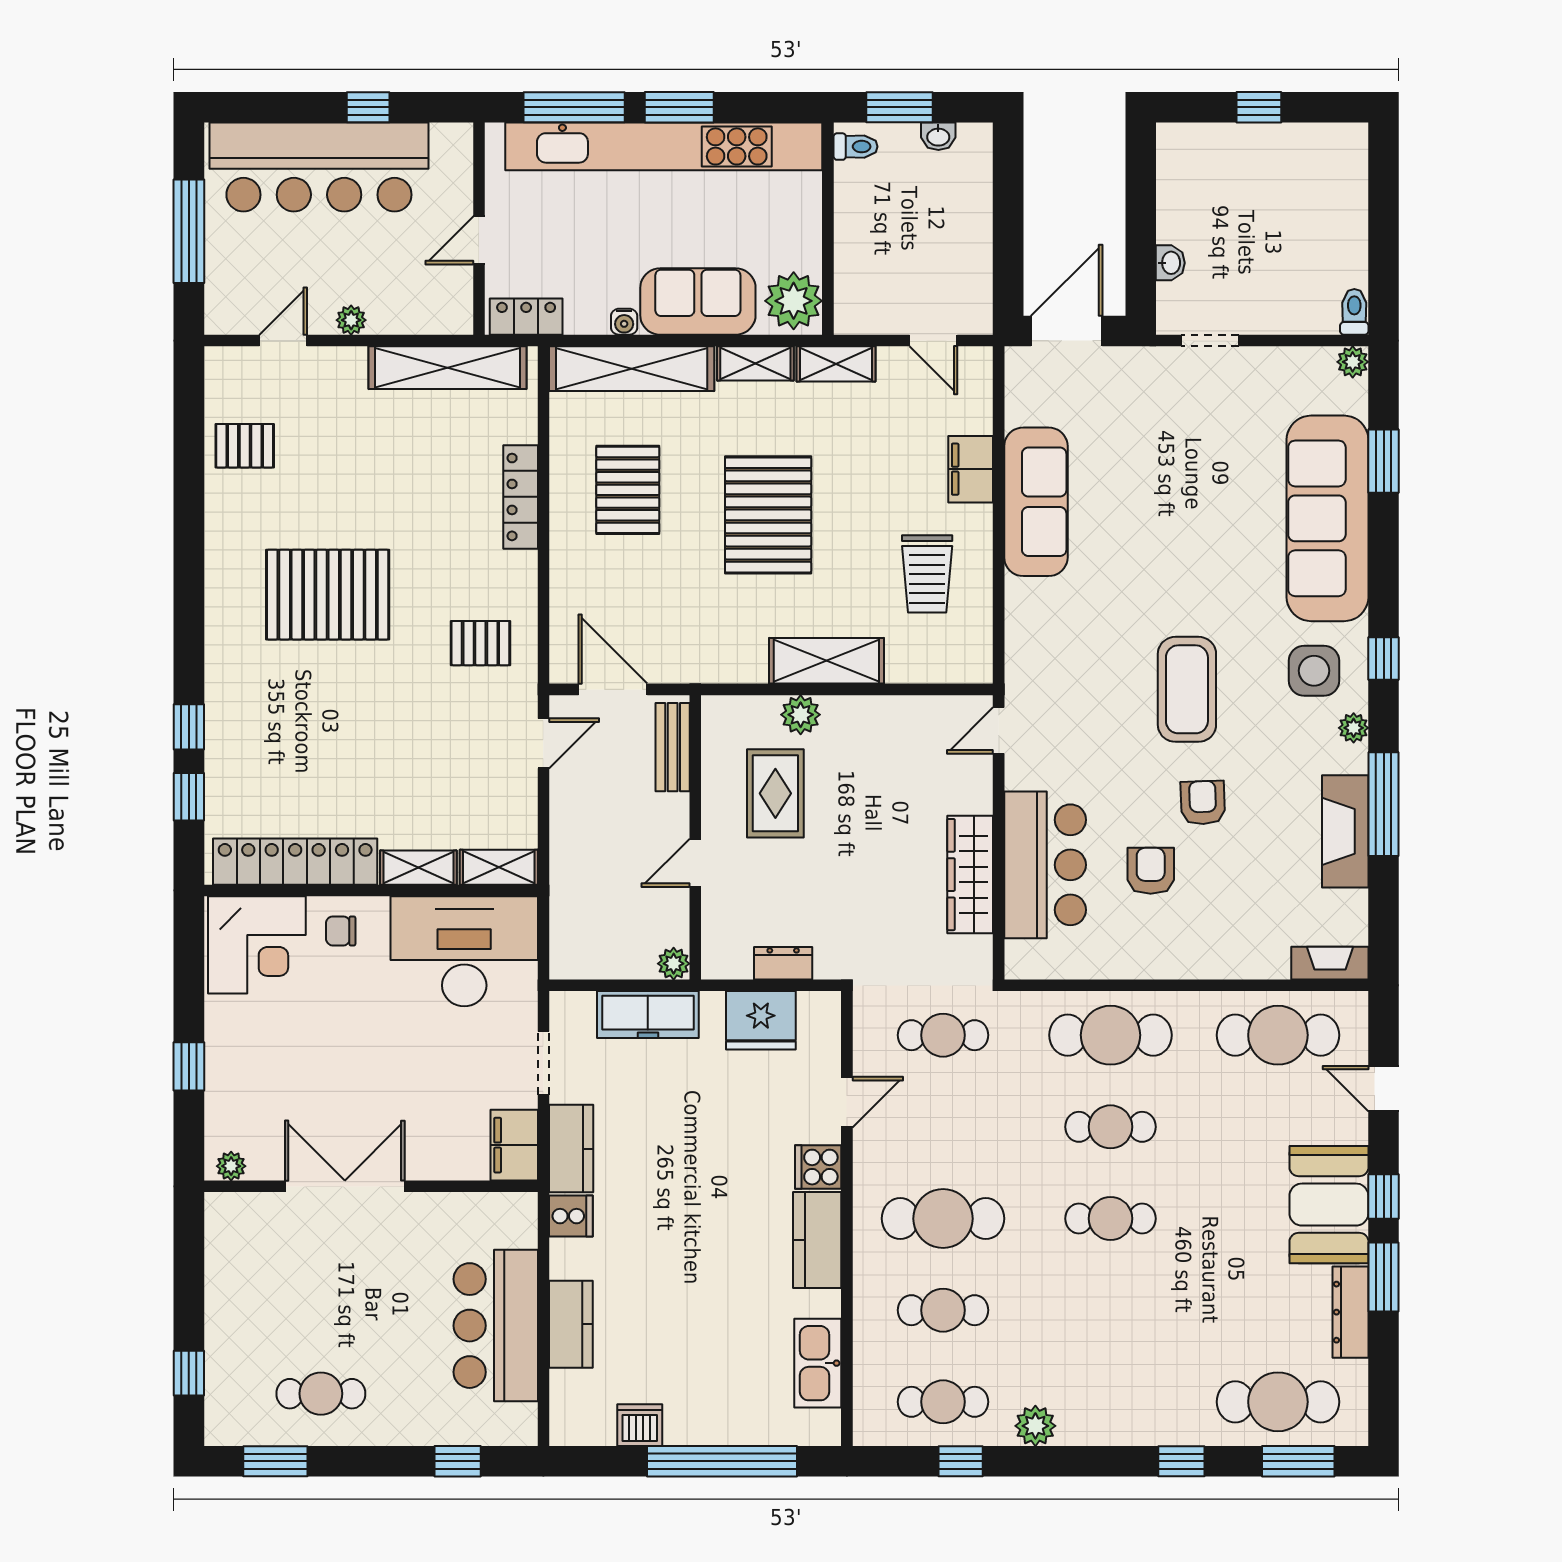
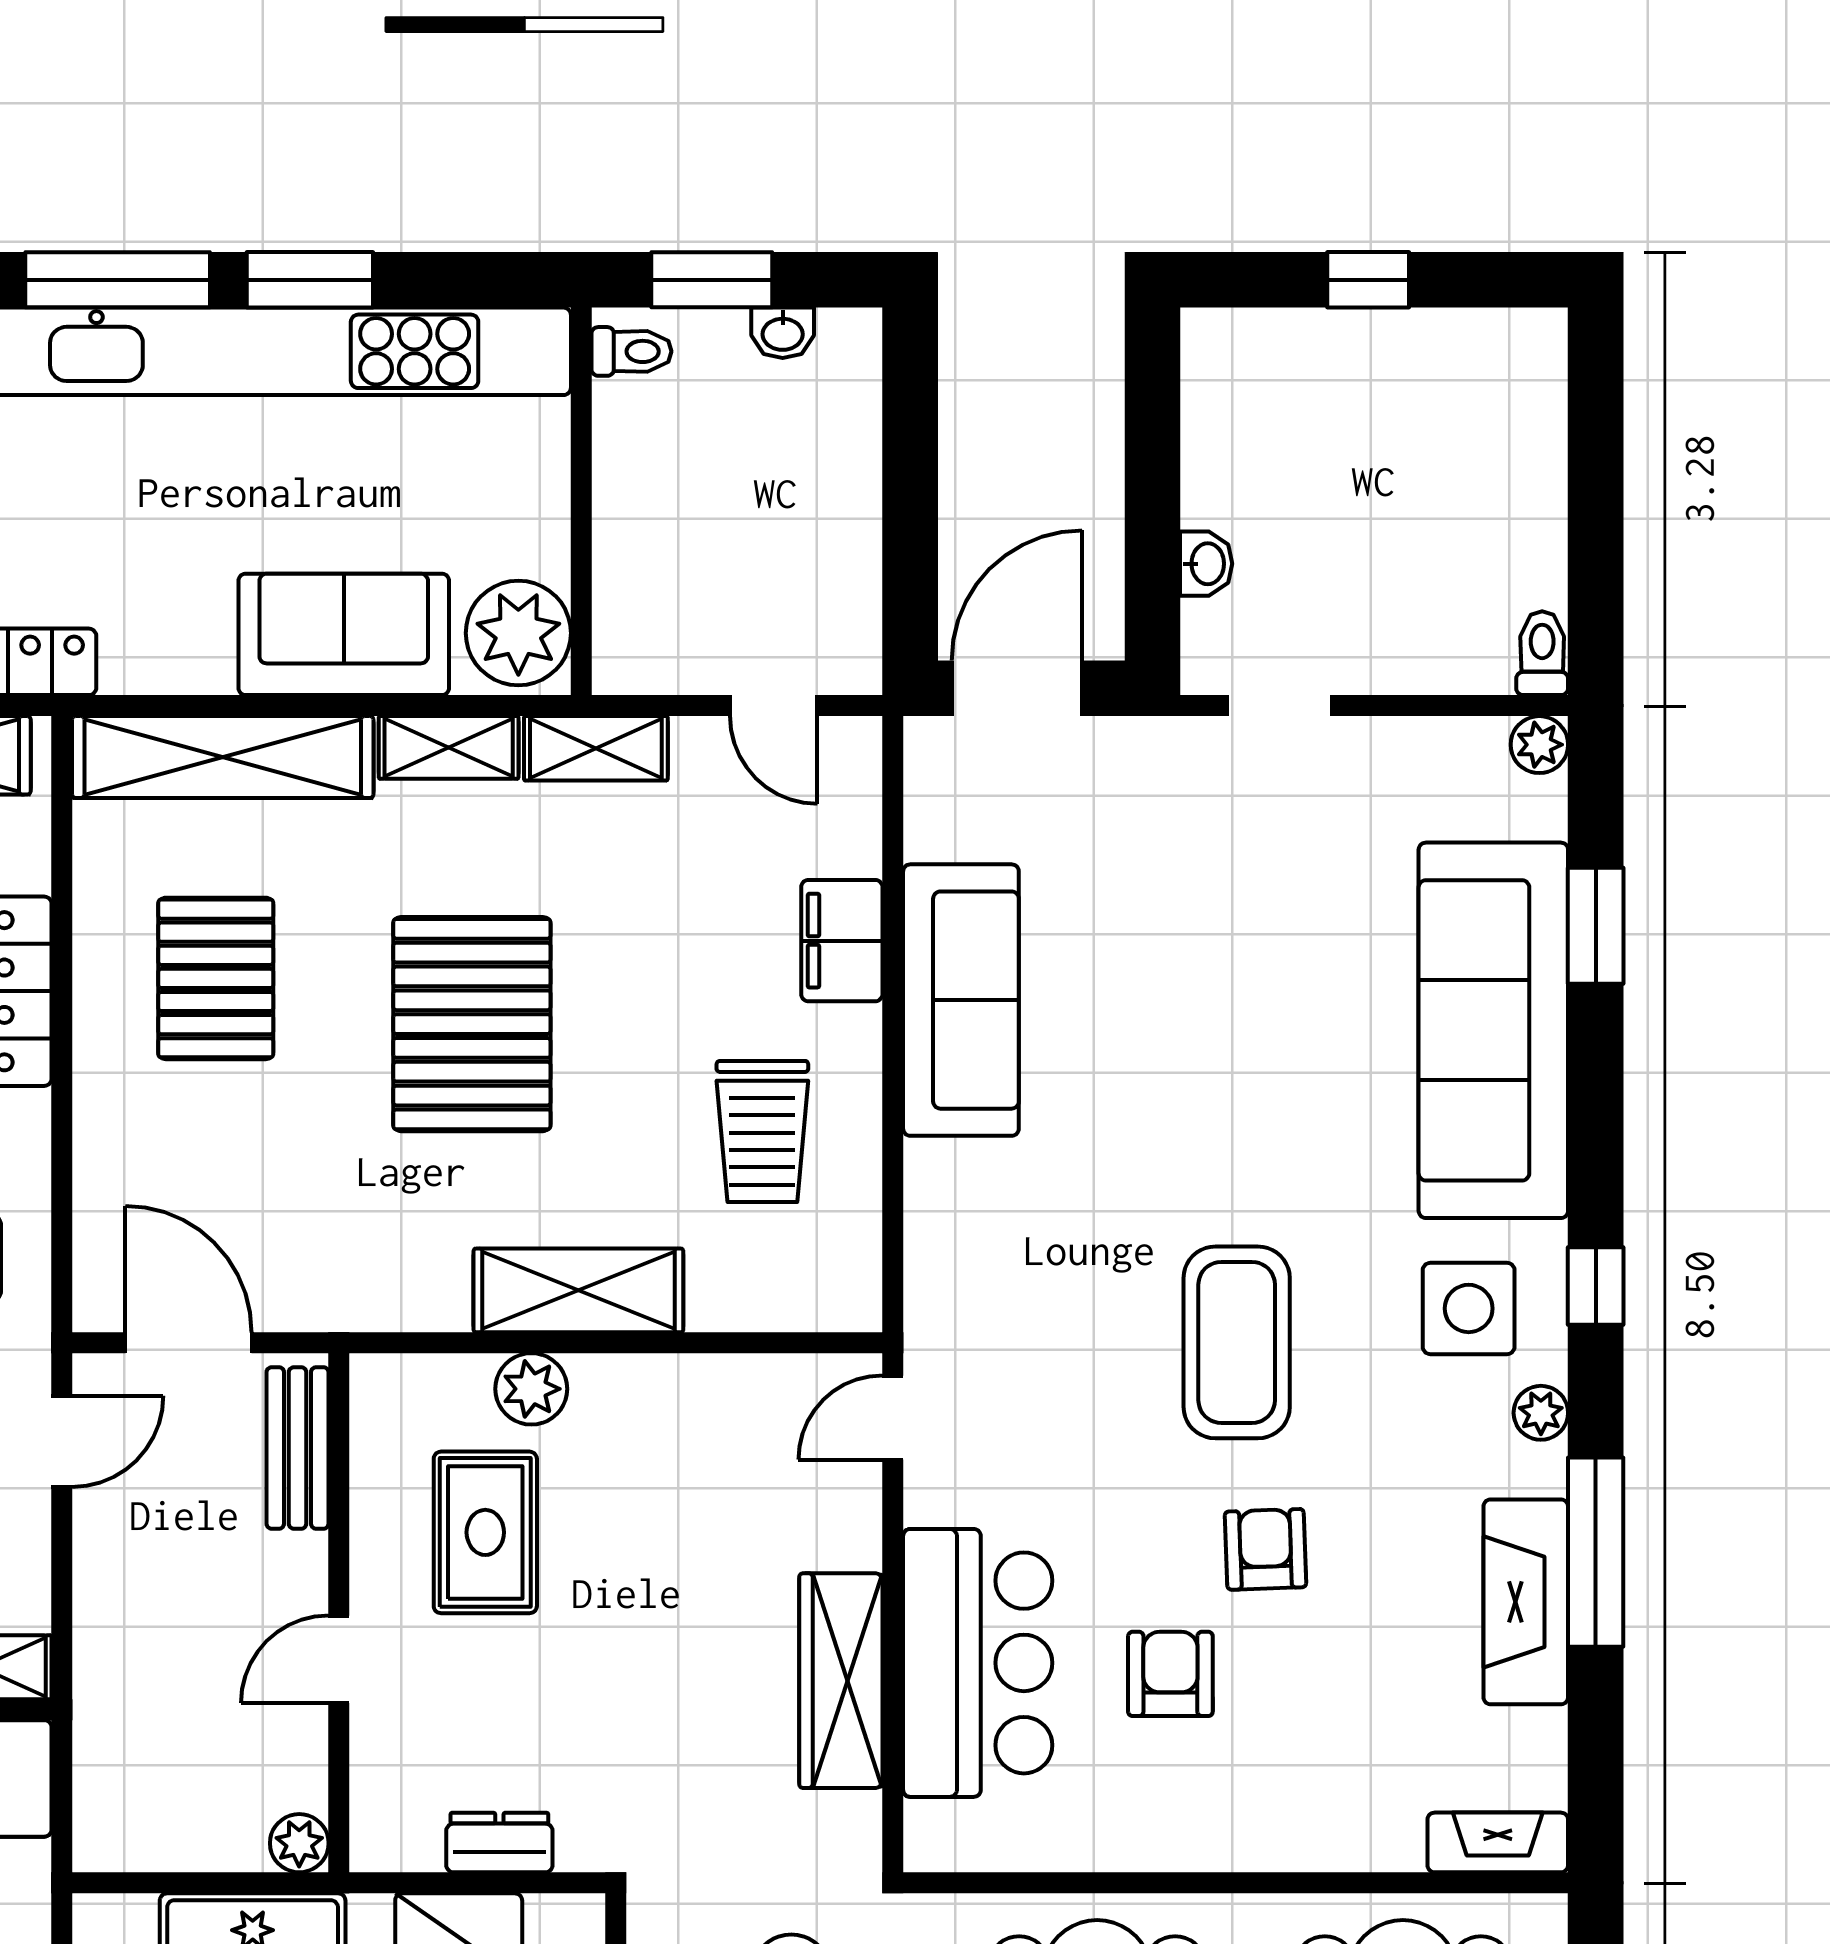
water cooler: (624, 322) -> (209, 671), removed

